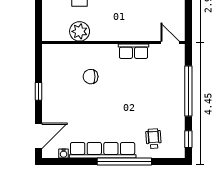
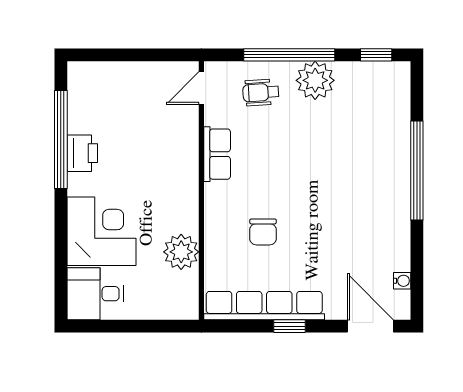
plant: (174, 105) -> (315, 80), added
wheelchair: (154, 139) -> (261, 92), moved
row of seats: (103, 150) -> (264, 306), moved, turned 90

